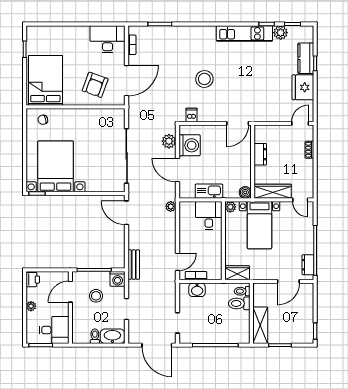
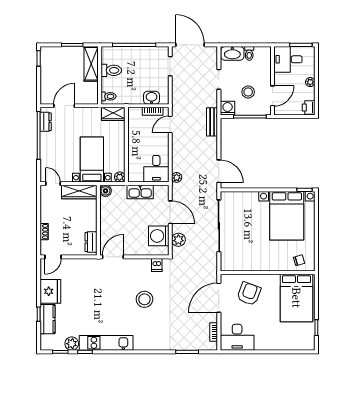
dresser: (260, 154) -> (91, 242), moved
desk: (209, 215) -> (156, 169), moved
toilet: (239, 303) -> (111, 70), moved

